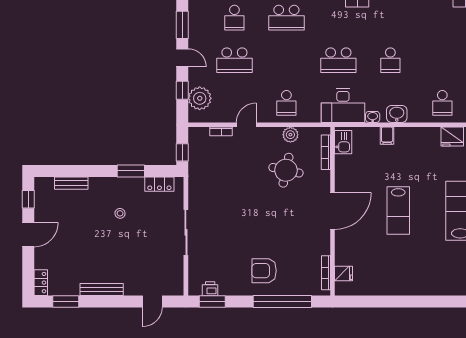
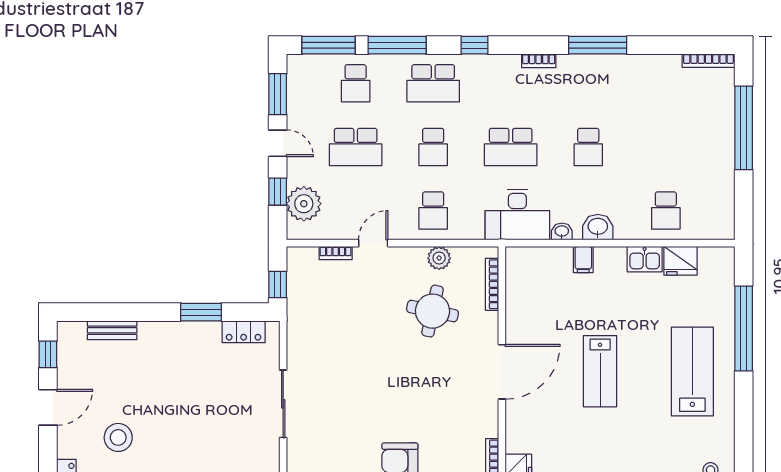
school desk: (286, 60) -> (433, 147), added
kitchen sink: (343, 142) -> (645, 259), moved, turned 90
stool: (120, 213) -> (118, 437), moved, width x1.89, depth x1.89

